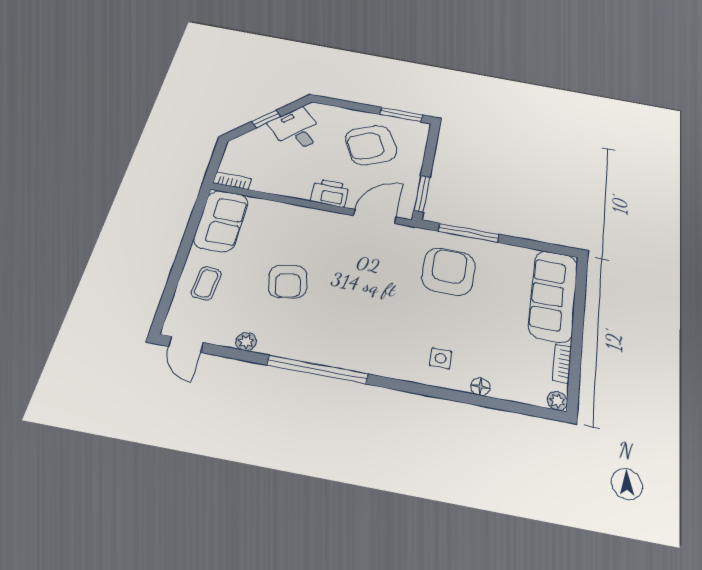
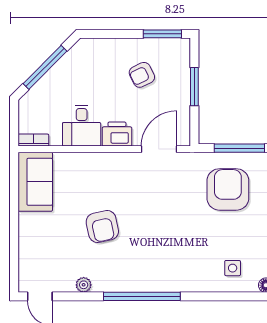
window: (266, 119) -> (45, 67), width x2.17
desk: (297, 130) -> (82, 126), moved, turned -135
armchair: (371, 145) -> (142, 75), width x0.53, depth x0.53
window: (422, 194) -> (194, 87), moved
coffee table: (206, 283) -> (40, 242), removed

